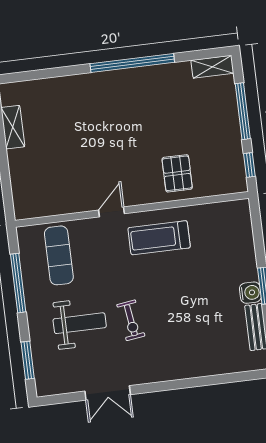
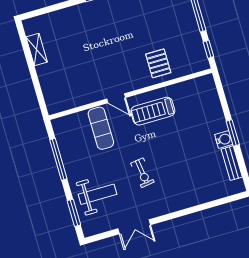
door: (111, 212) -> (116, 98), swing flipped
exercise mat: (59, 255) -> (101, 128), moved
weight bench: (80, 323) -> (97, 194), moved

